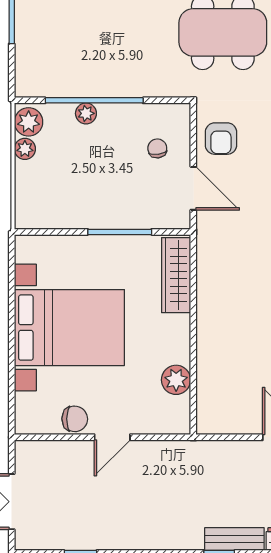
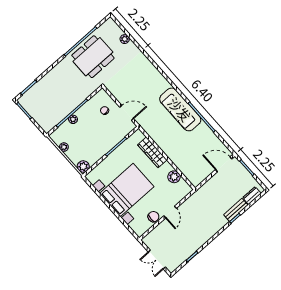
plant: (29, 122) -> (83, 166), moved
armchair: (221, 139) -> (122, 90), removed
wardrobe: (176, 275) -> (152, 152), moved

